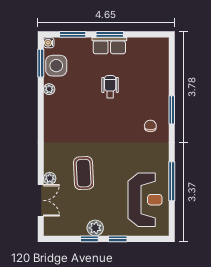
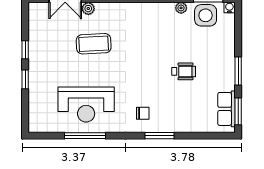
window: (73, 34) -> (238, 111), moved
row of seats: (109, 46) -> (226, 109), moved
reception desk: (145, 200) -> (86, 105), moved
plant: (95, 228) -> (37, 56), removed

